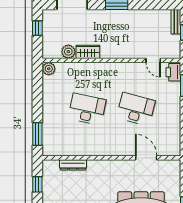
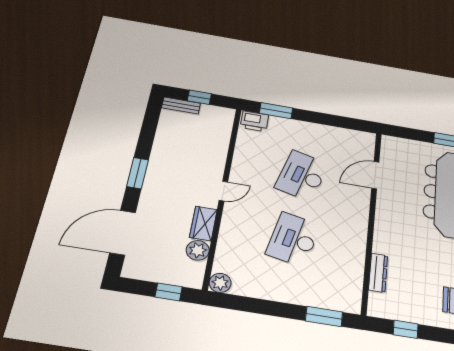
window: (37, 28) -> (169, 292), moved
door: (153, 60) -> (223, 191), moved

